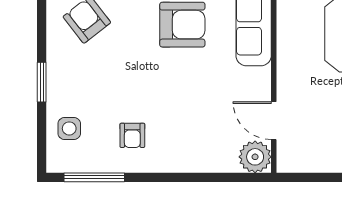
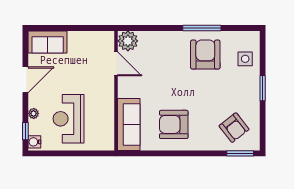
armchair: (132, 135) -> (205, 55), width x1.88, depth x1.88
window: (94, 177) -> (202, 28), moved

